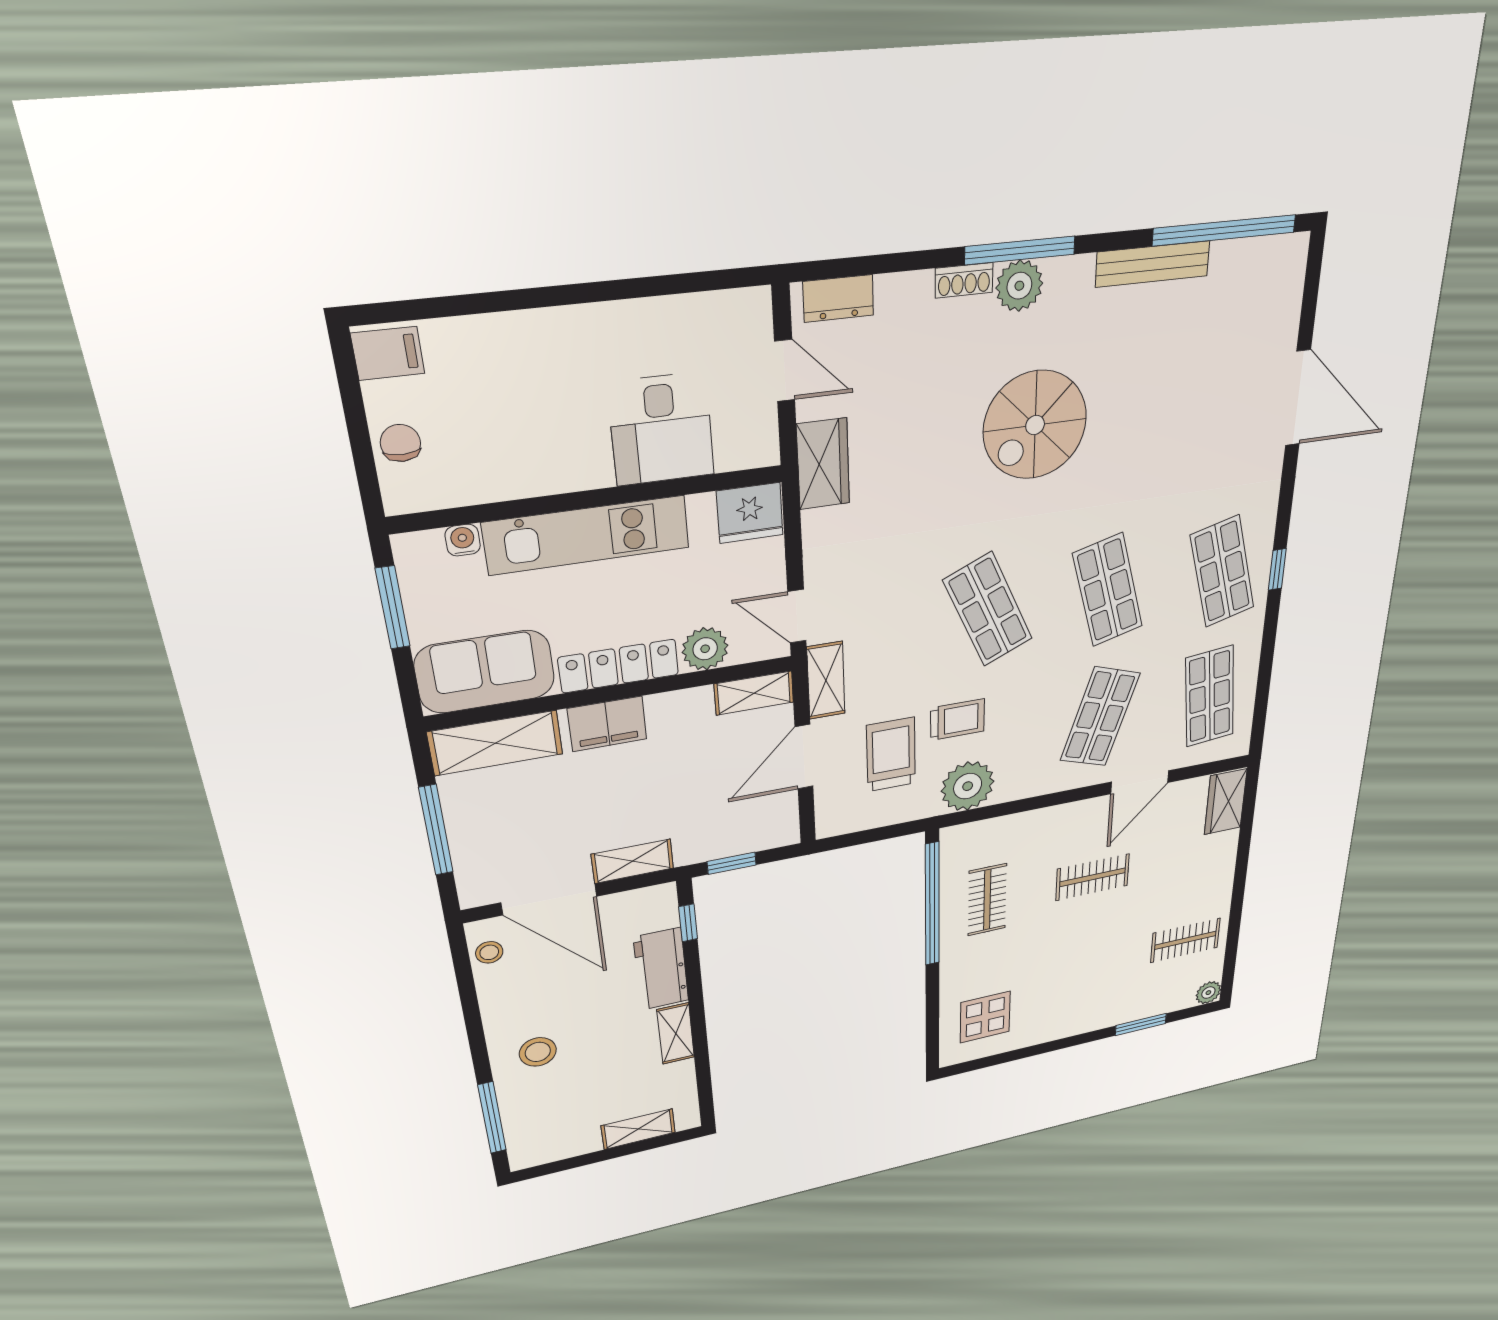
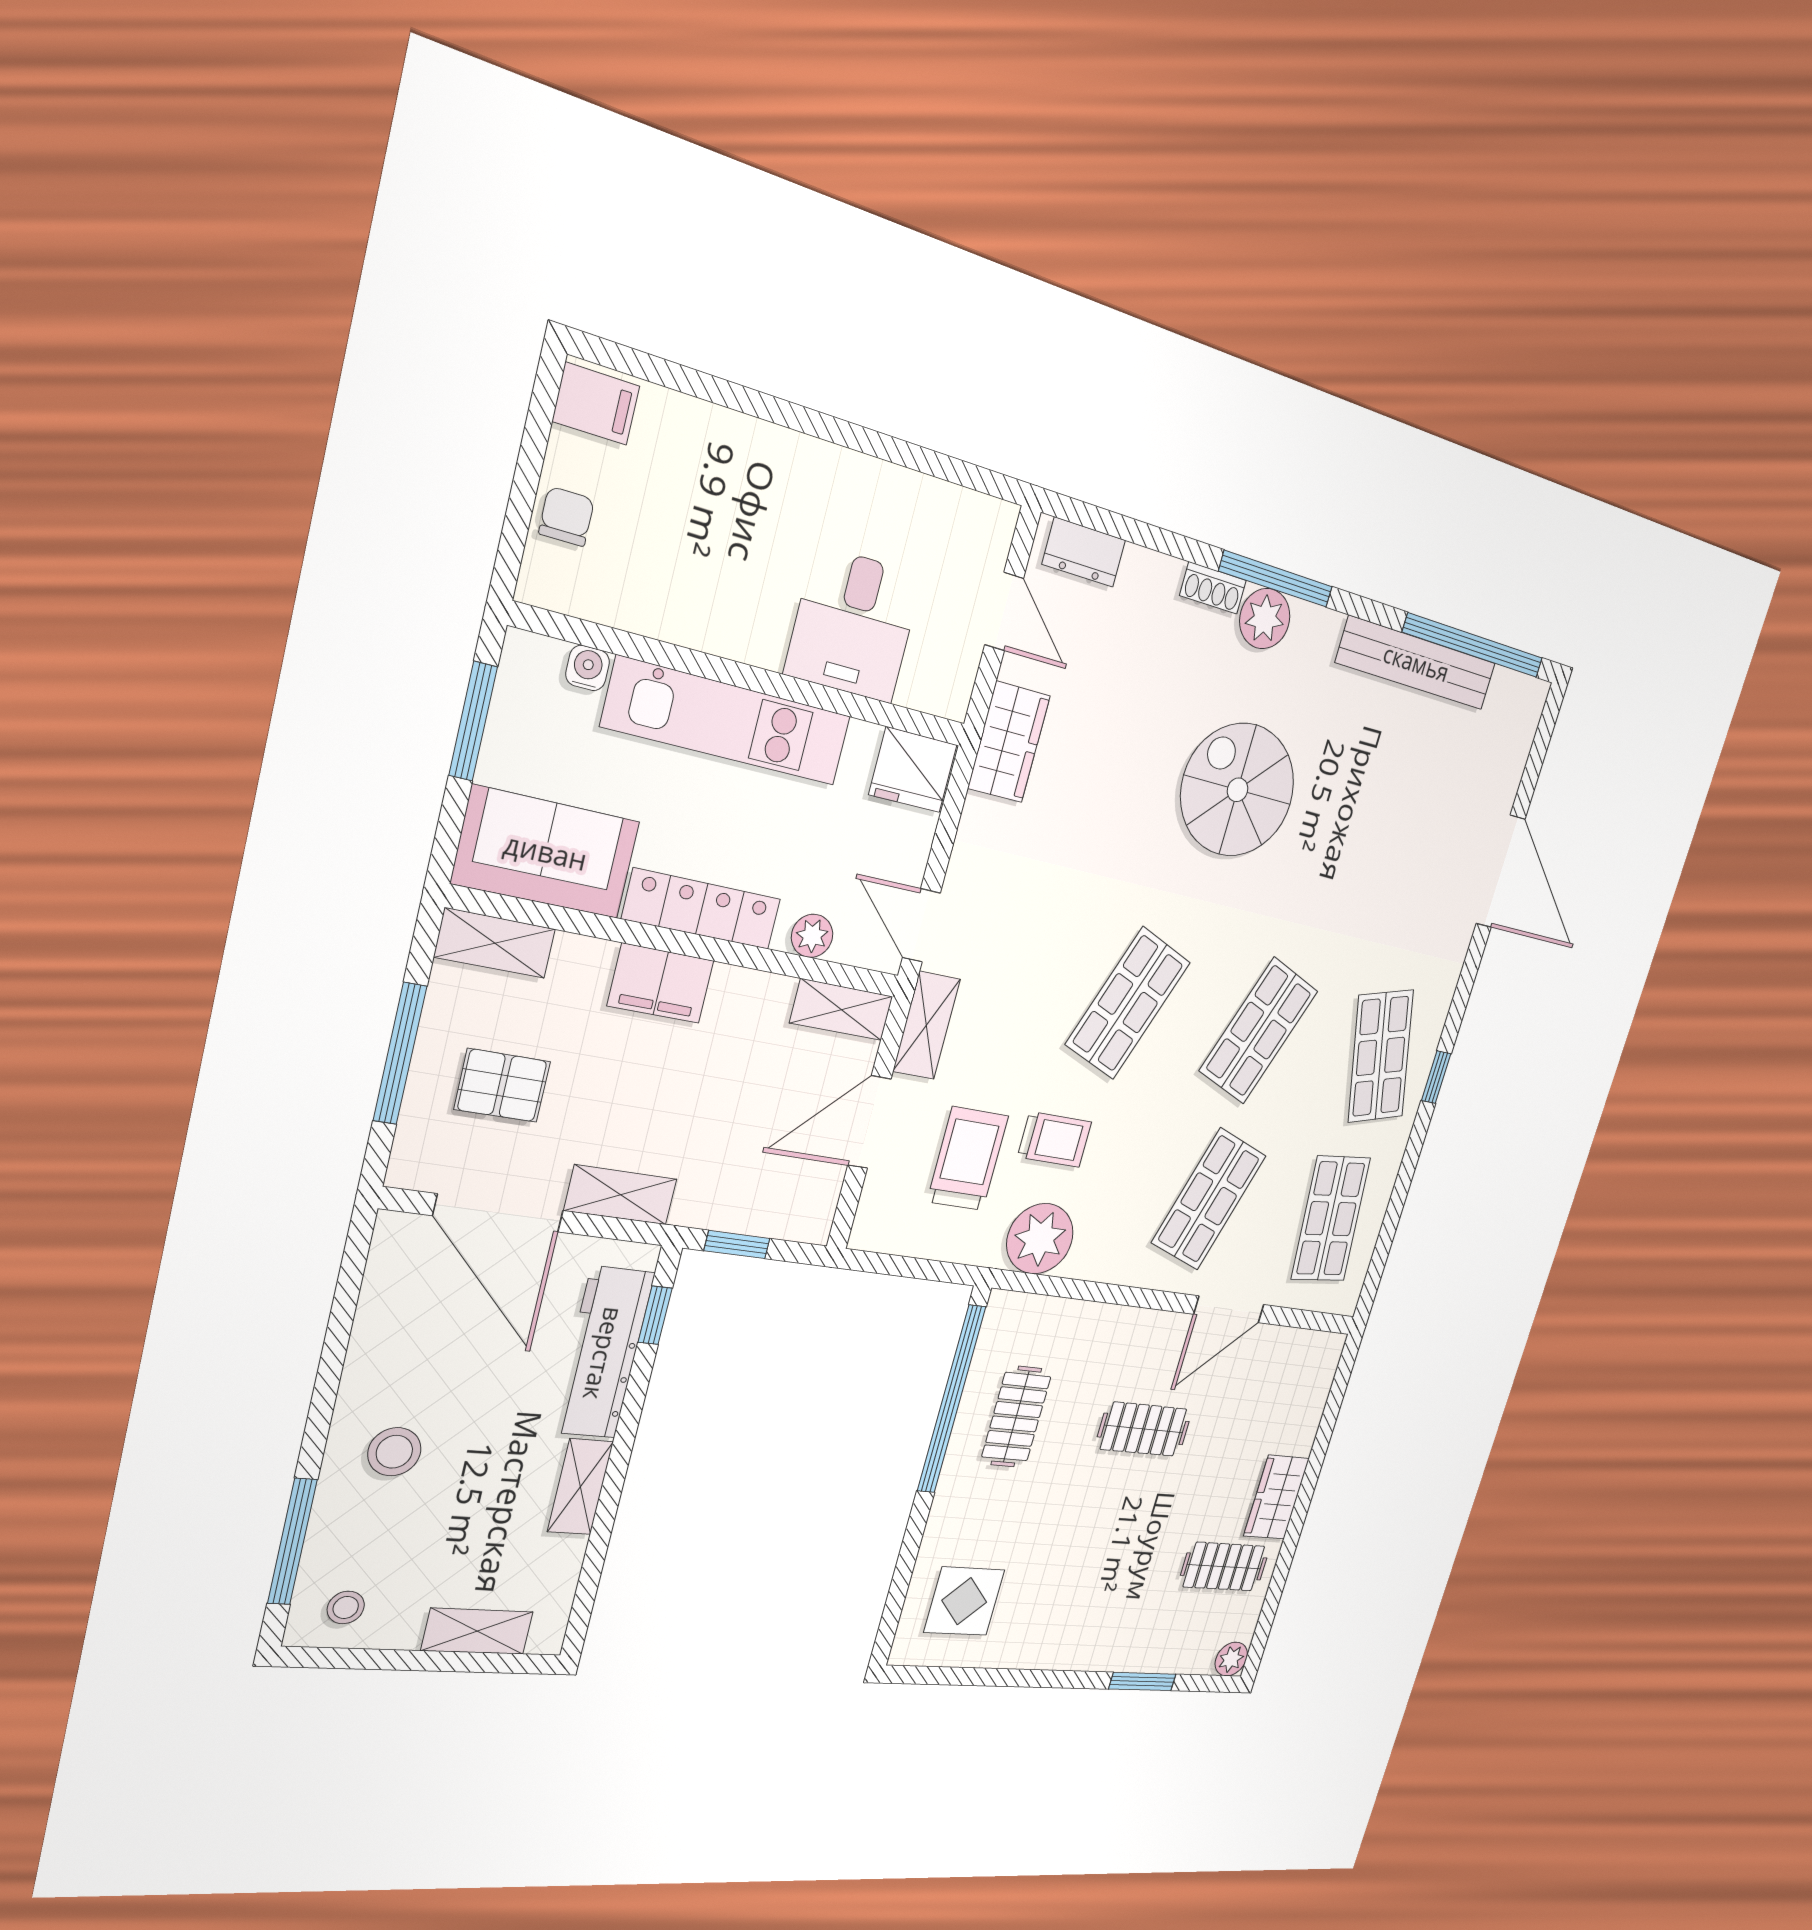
bench: (1153, 264) -> (1416, 663), width x1.37, depth x1.21
spiral stairs: (1035, 425) -> (1238, 790), turned 90
shop shelf: (1108, 590) -> (1259, 1031), turned 36
shop shelf: (988, 610) -> (1128, 1003), turned 45
plant: (705, 649) -> (812, 936), width x0.73, depth x0.73
shelving: (496, 743) -> (495, 943), width x0.67, depth x0.75
wardrobe: (1226, 802) -> (1276, 1497), moved
pallet: (518, 825) -> (502, 1085), added
stool: (489, 952) -> (346, 1607), moved
workbench: (661, 969) -> (603, 1353), width x1.38

